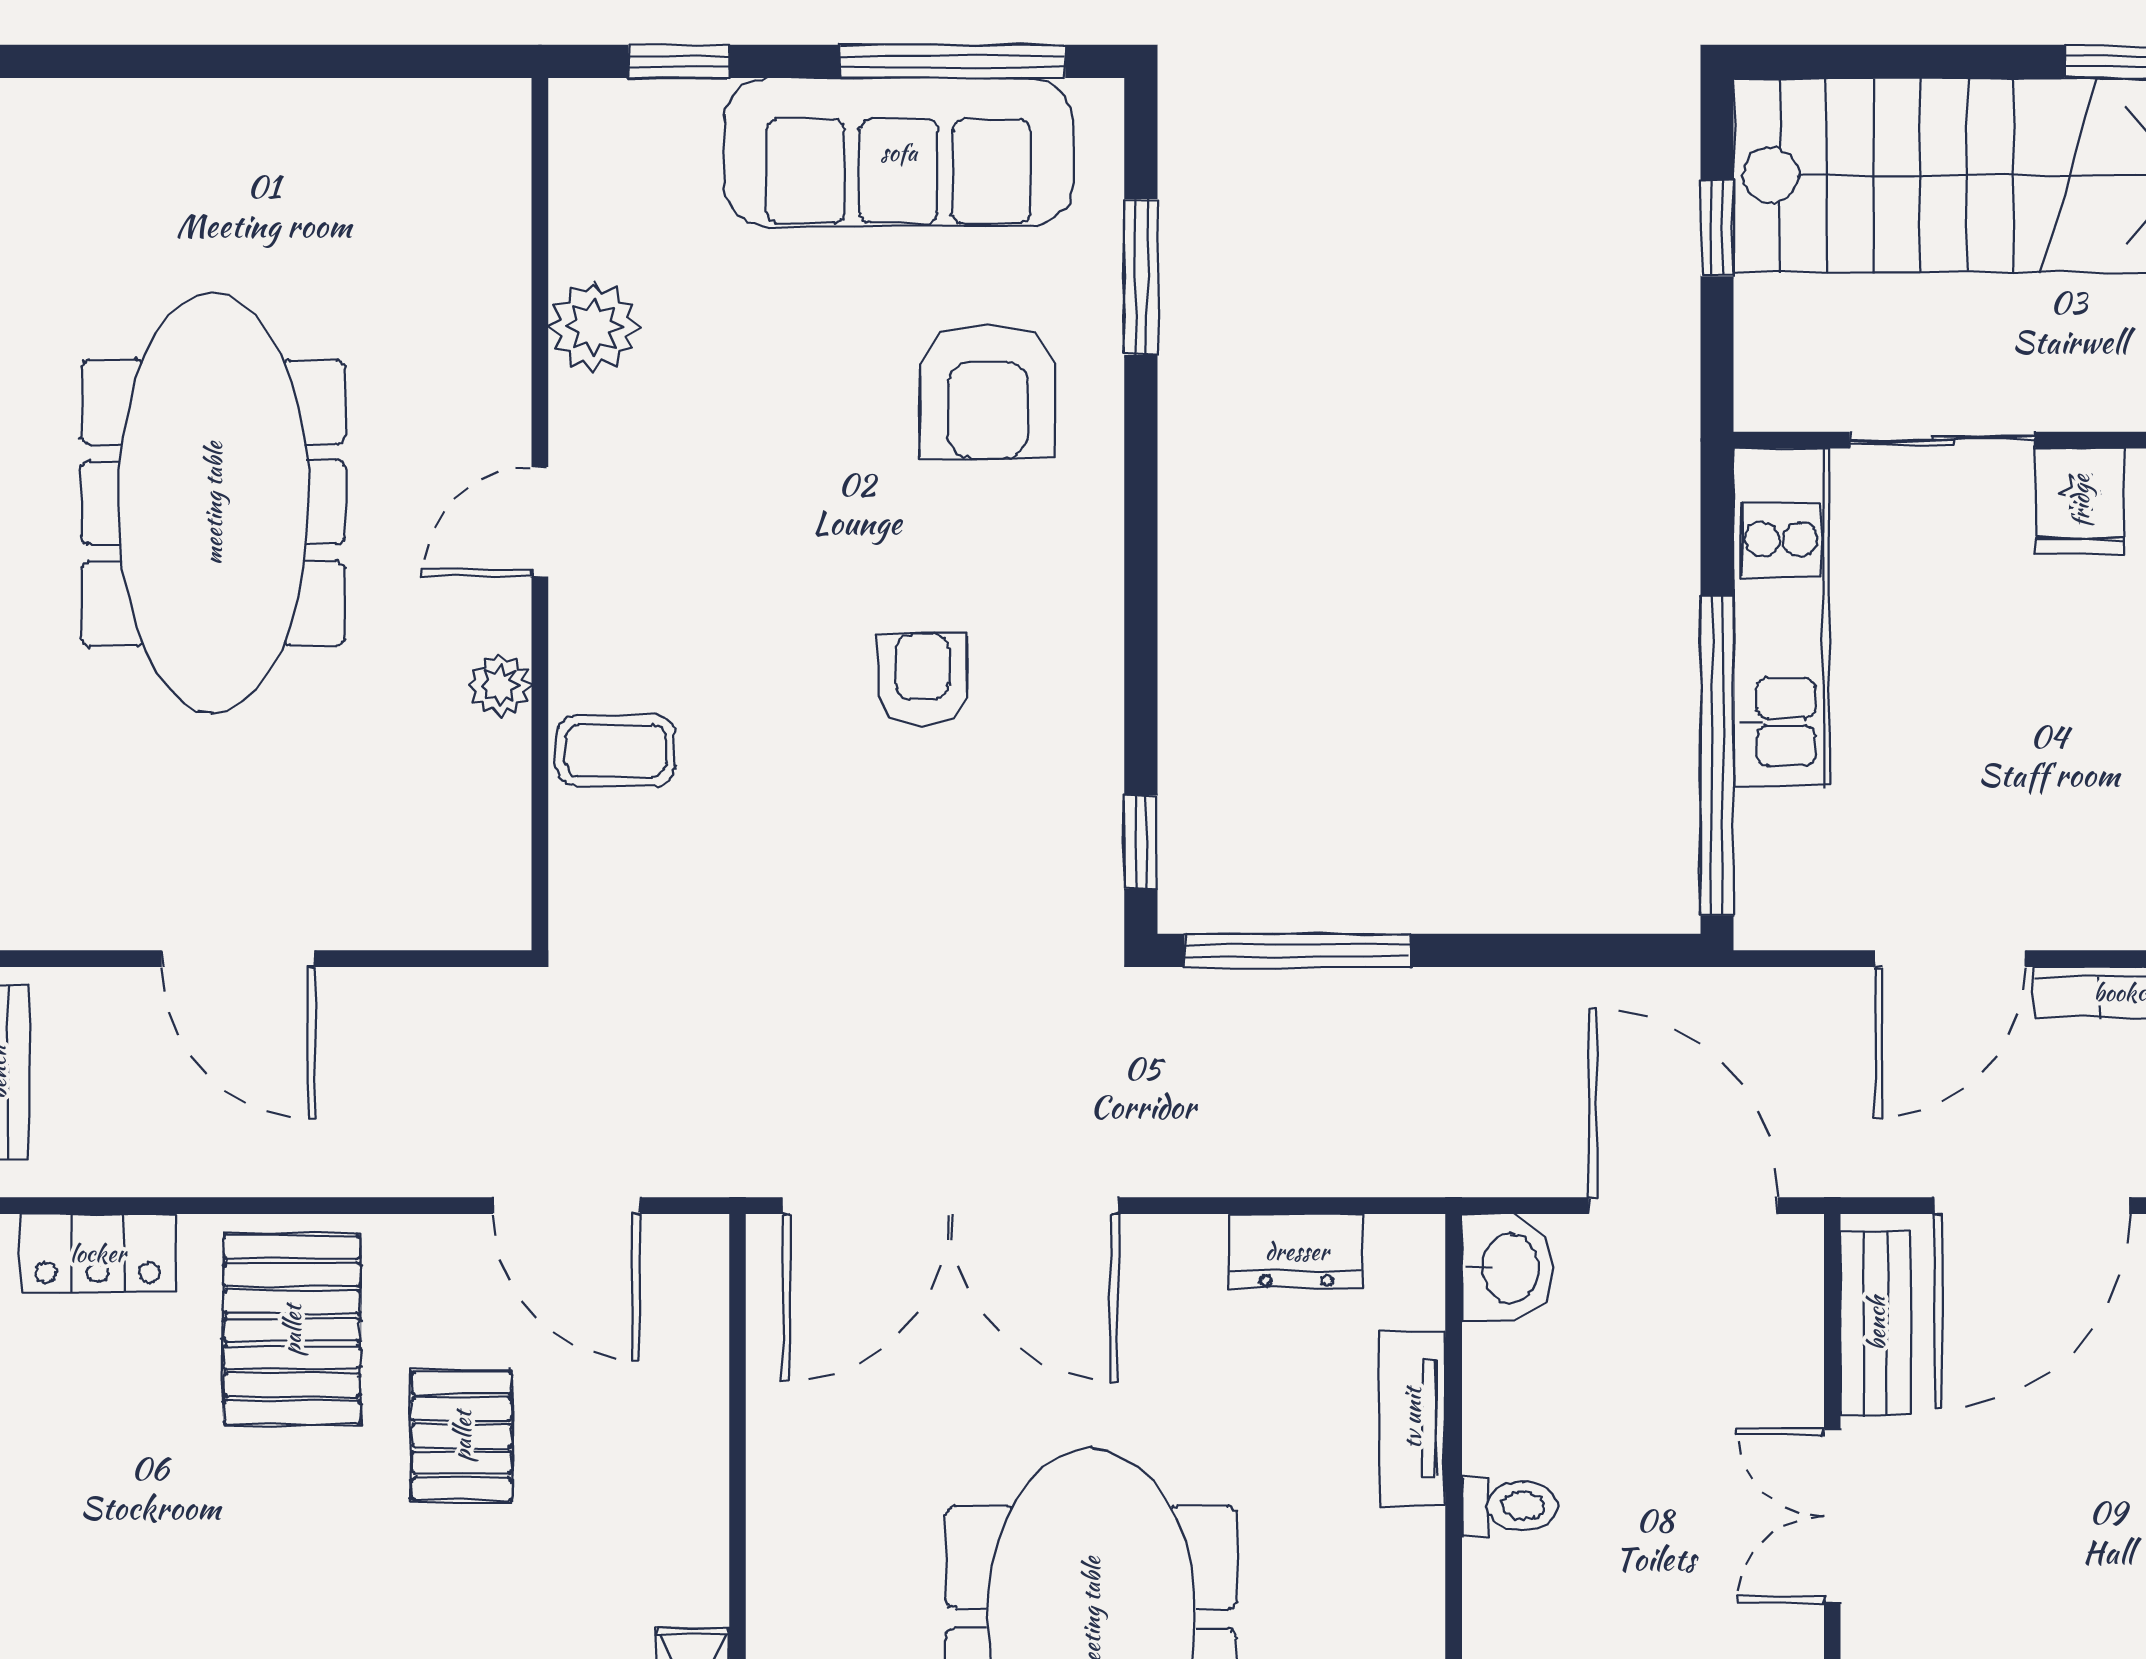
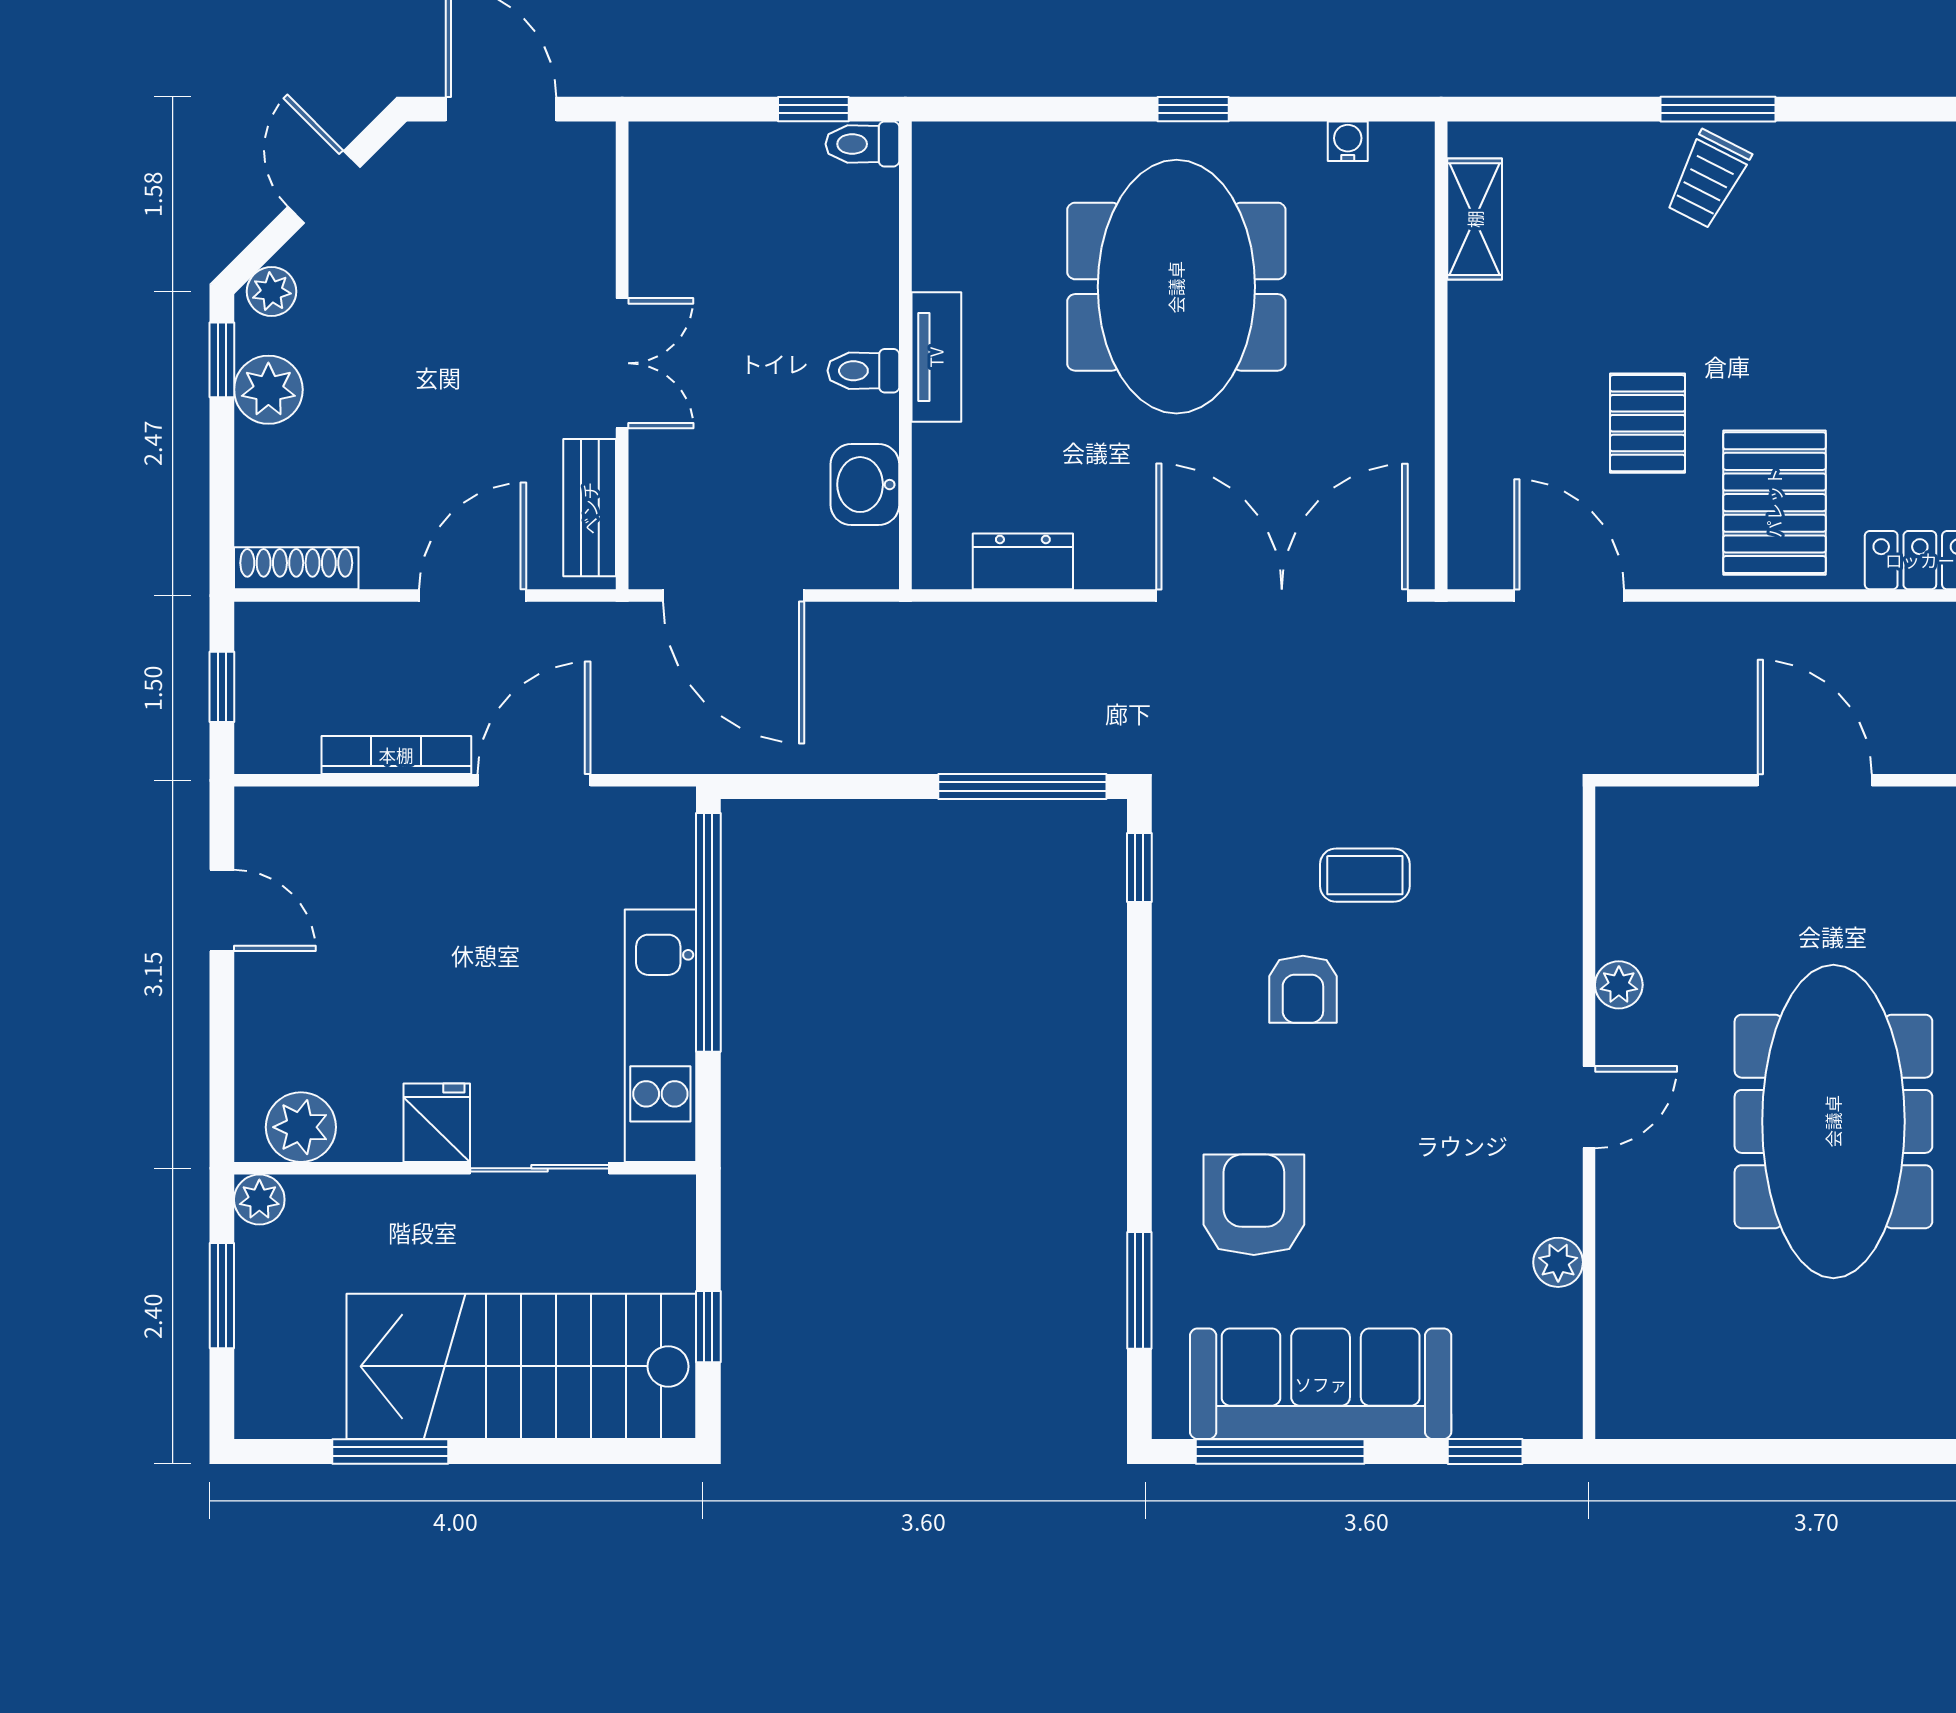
plant: (594, 327) -> (1558, 1262), width x0.73, depth x0.73
coffee table: (616, 750) -> (1365, 875), moved
door: (2032, 1206) -> (473, 596), width x0.73
washbasin: (1508, 1268) -> (865, 485), moved
tv unit: (1412, 1418) -> (936, 357), moved

